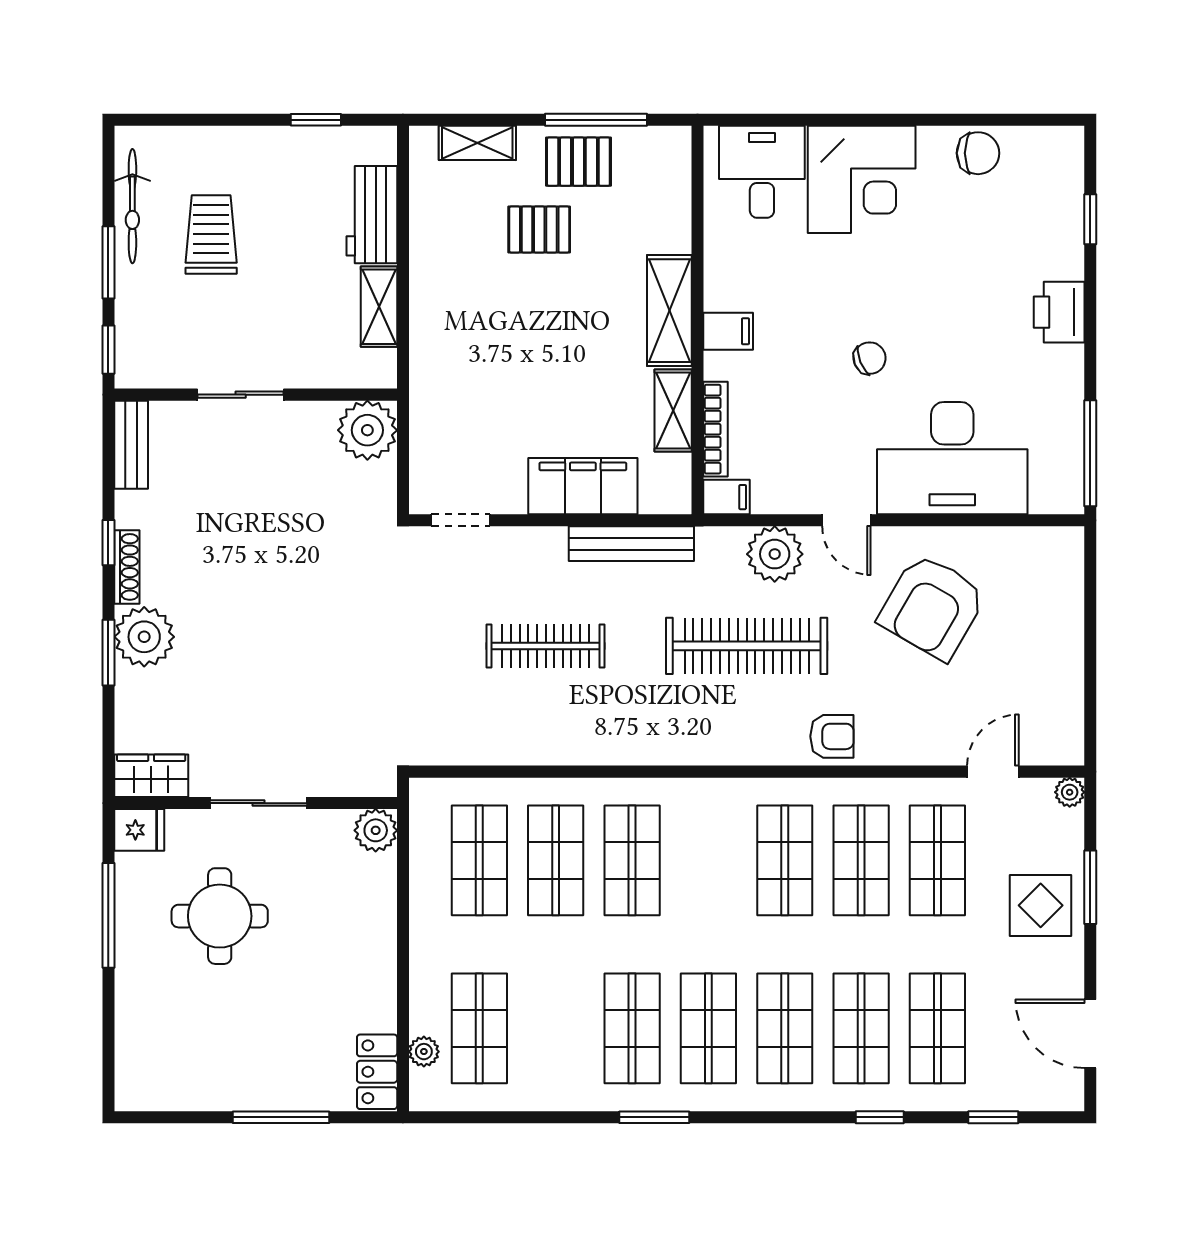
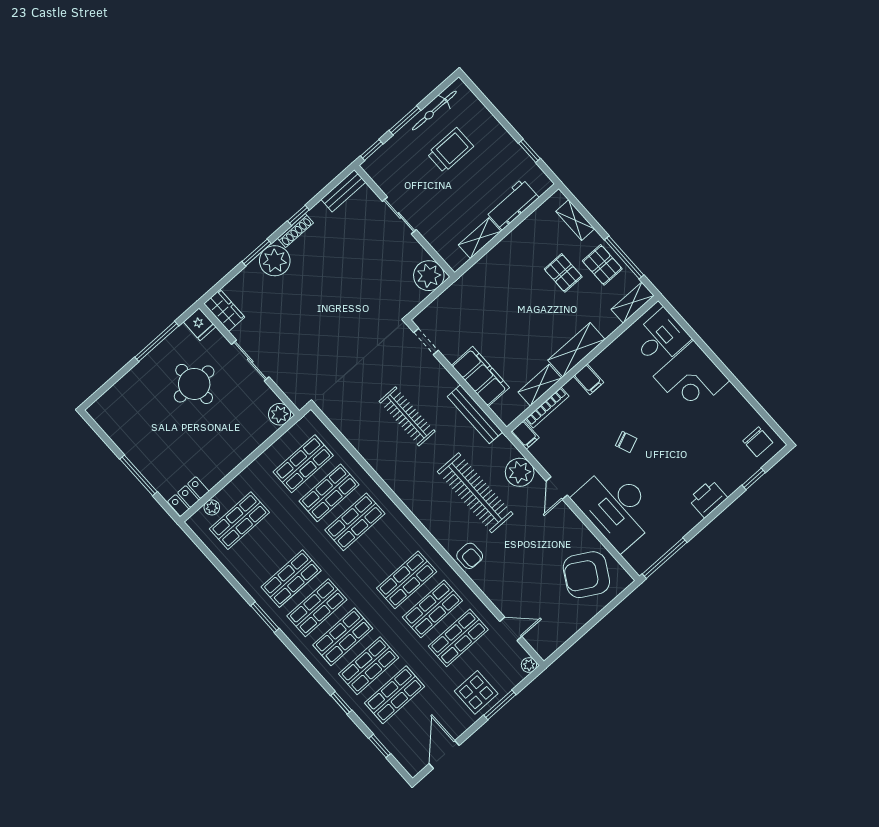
chair: (978, 153) -> (758, 442), moved
shelving: (673, 166) -> (633, 303), added
armchair: (932, 607) -> (586, 575), moved

